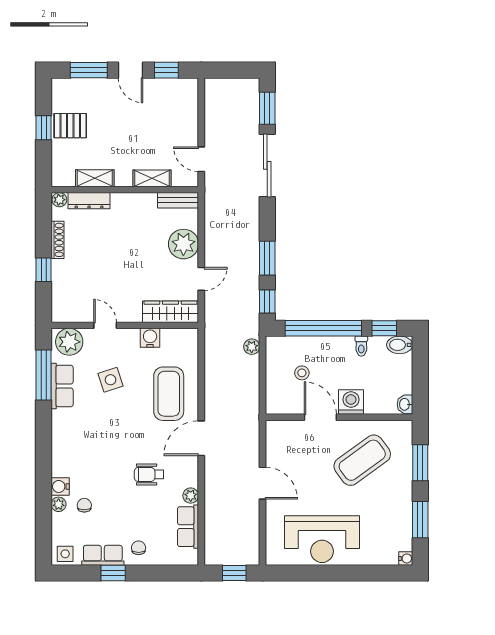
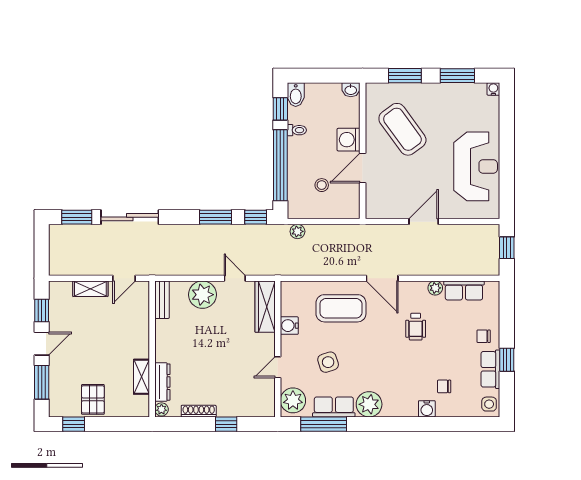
window: (44, 128) -> (74, 424), moved
shelving: (152, 178) -> (90, 289), moved, turned 90
plant: (59, 504) -> (369, 404), moved, width x1.88, depth x1.88

